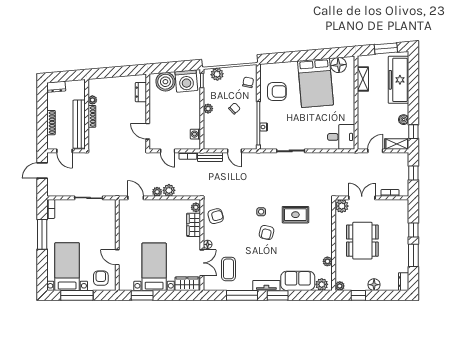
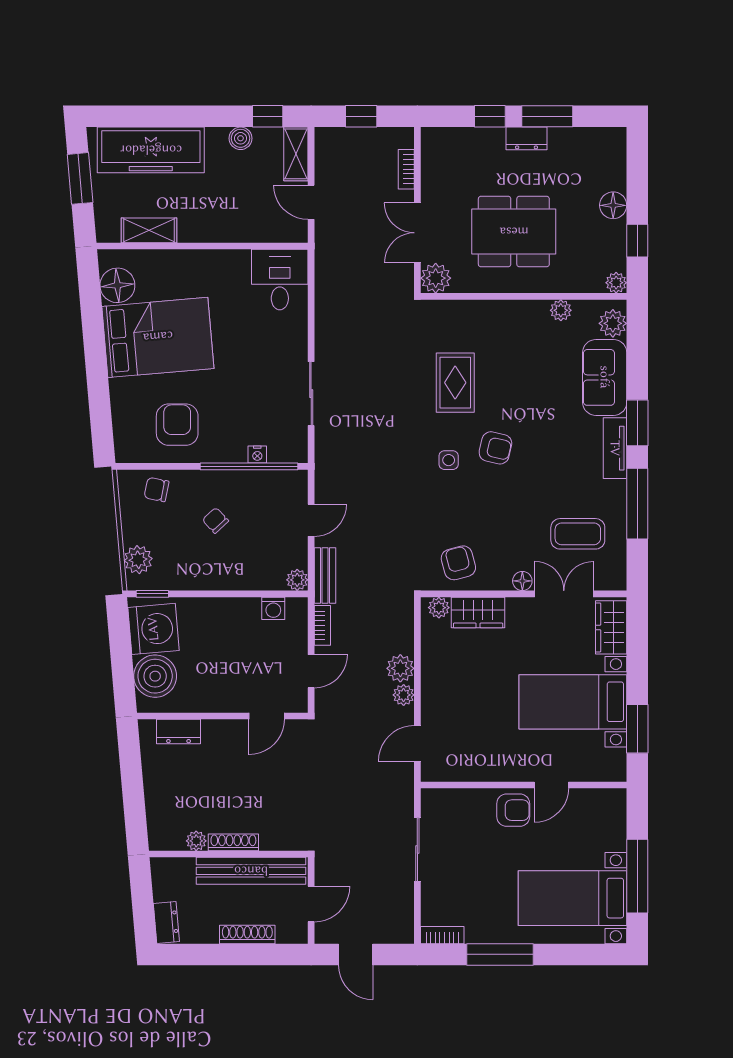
plant: (208, 109) -> (297, 580), moved
armchair: (101, 278) -> (513, 810), moved, turned 180
dresser: (404, 282) -> (526, 138), moved

